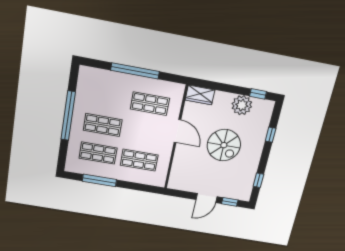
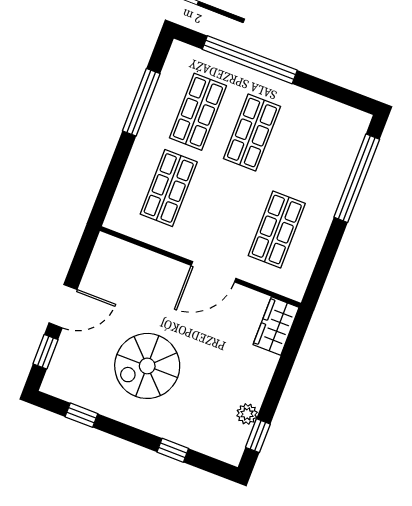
window: (135, 71) -> (357, 178), moved
plant: (242, 105) -> (247, 414), width x0.53, depth x0.53
window: (68, 116) -> (250, 60), moved
spiral stairs: (224, 145) -> (147, 366), moved
door: (206, 198) -> (63, 306), swing flipped

